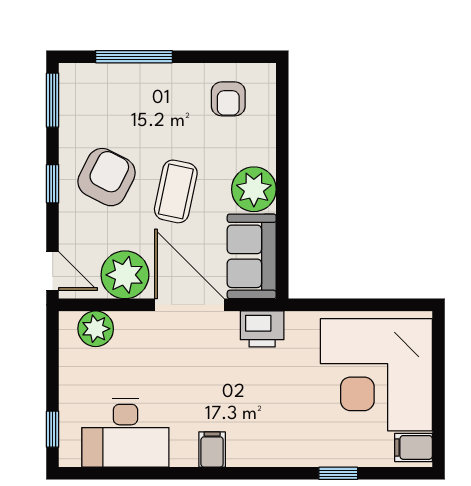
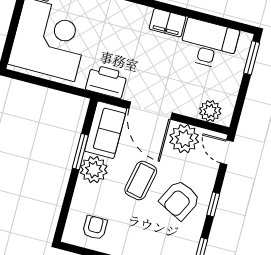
window: (282, 212) -> (80, 152), added
printer: (262, 329) -> (106, 81), width x1.37, depth x1.19
window: (53, 429) -> (252, 58), width x1.50
filing cabinet: (212, 449) -> (167, 23), width x2.00

